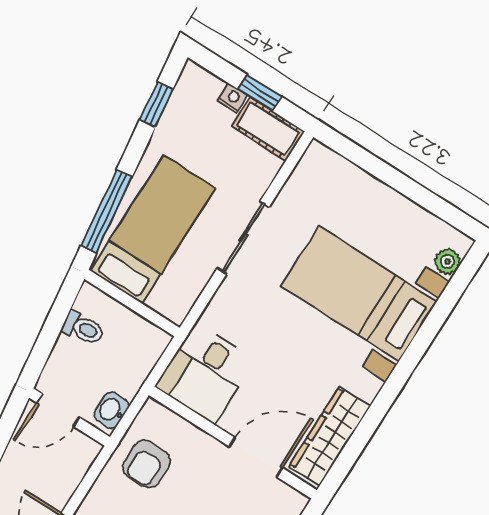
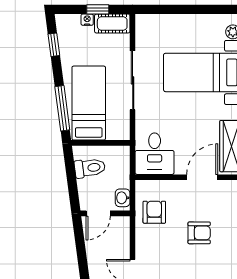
sliding door: (243, 238) -> (133, 80), width x1.37
toilet: (83, 328) -> (90, 168), width x1.37, depth x1.39
armchair: (147, 464) -> (154, 212), turned 180

